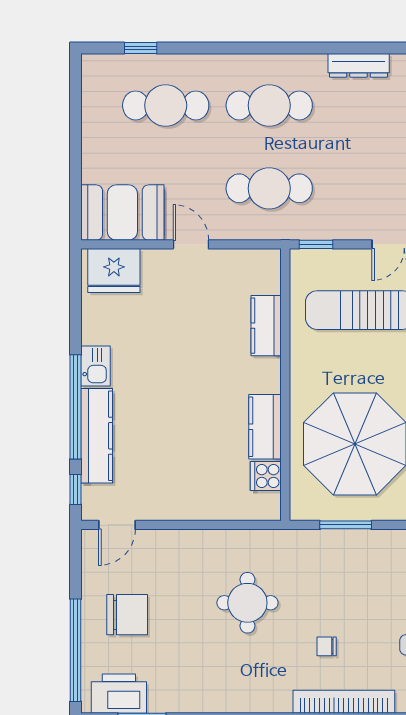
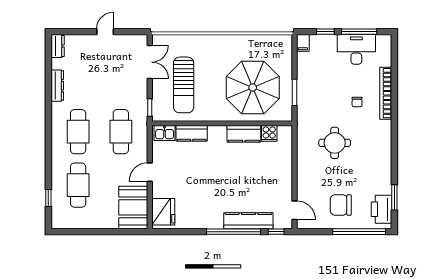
kitchen sink: (96, 366) -> (165, 133), moved, turned 180
chair: (127, 615) -> (341, 205), turned -90

